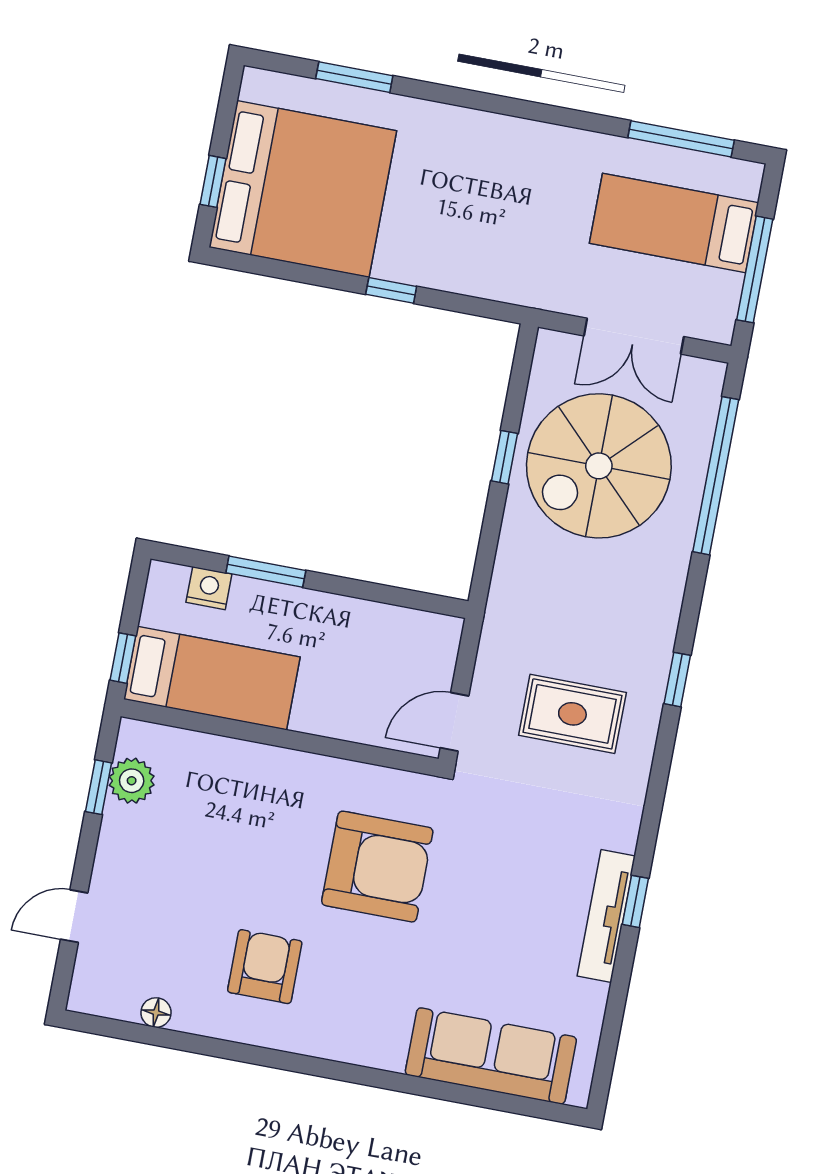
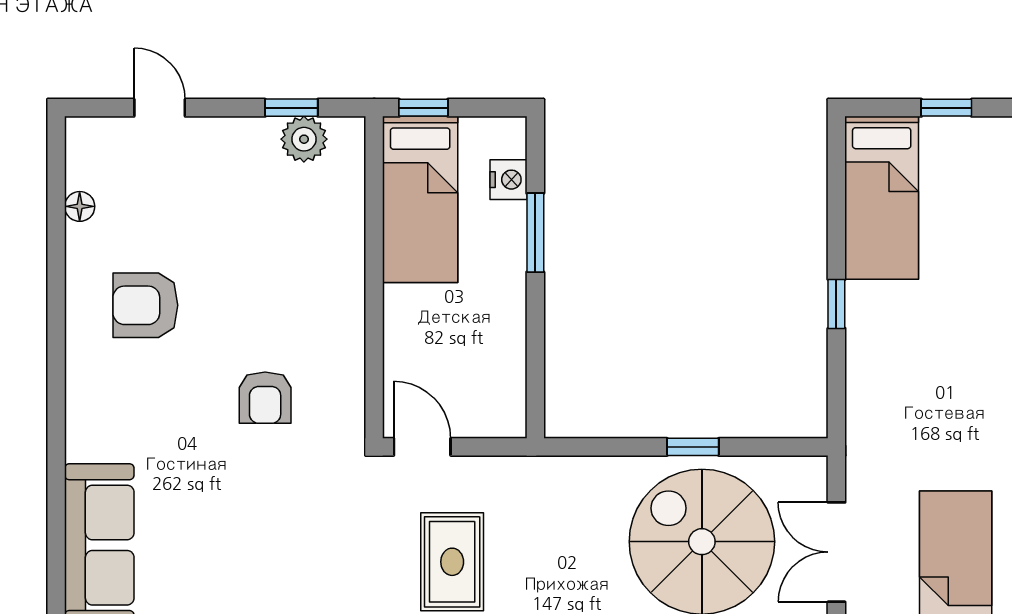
window: (213, 181) -> (946, 108), moved
bed: (303, 189) -> (882, 198), width x0.49
armchair: (377, 867) -> (265, 398), width x0.53, depth x0.53
armchair: (265, 967) -> (145, 305), turned 180

